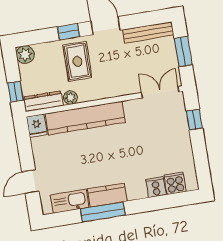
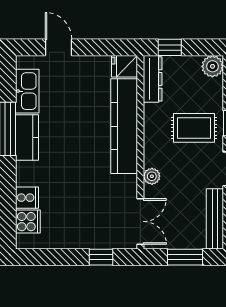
plant: (70, 98) -> (152, 176), moved

